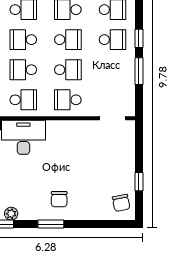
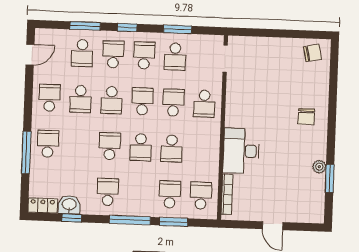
window: (139, 38) -> (127, 27), moved
school desk: (23, 100) -> (175, 57), moved, turned 180
window: (139, 182) -> (291, 34), removed
chair: (59, 199) -> (306, 117), turned 90
window: (51, 224) -> (332, 126), removed

